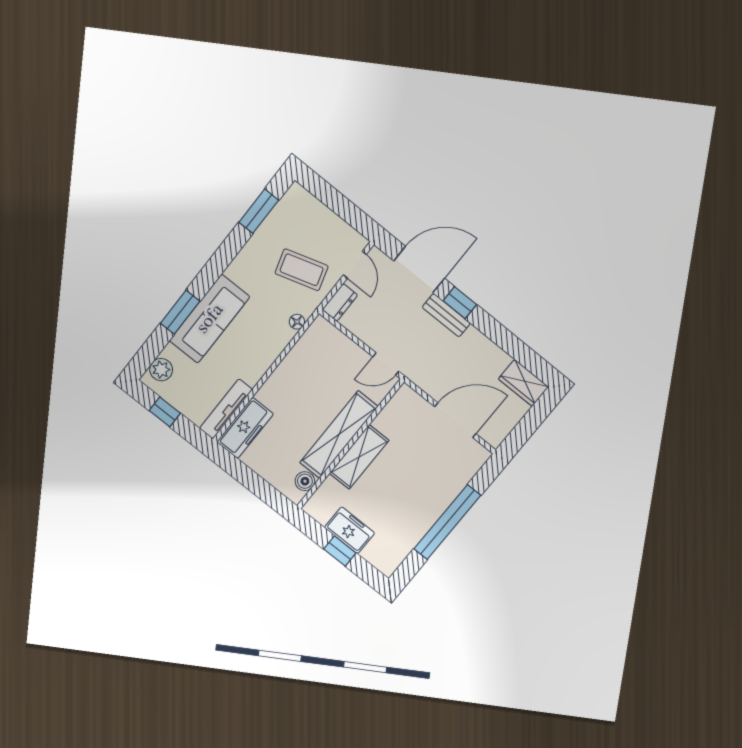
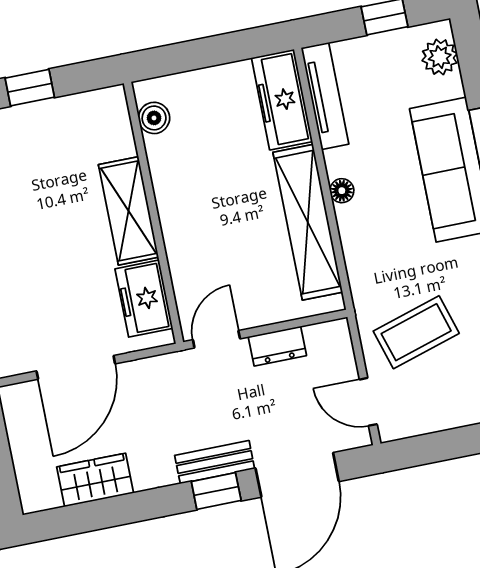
dresser: (340, 302) -> (277, 346), moved, turned -90
floor lamp: (297, 322) -> (342, 191), moved
wardrobe: (523, 383) -> (95, 480), moved
shelving: (339, 435) -> (308, 222), moved
freezer: (350, 530) -> (144, 299), moved, turned 90

